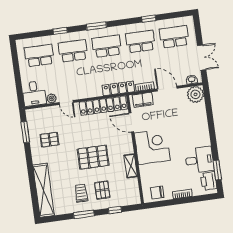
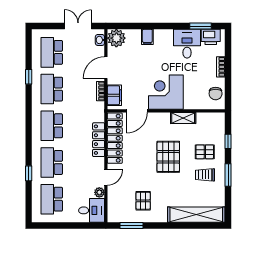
window: (96, 26) -> (29, 134), removed
locker: (118, 88) -> (99, 140), moved
filing cabinet: (201, 123) -> (147, 37), added

